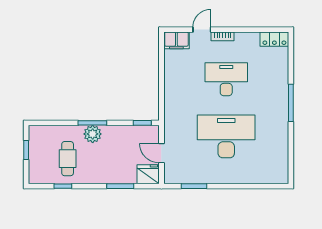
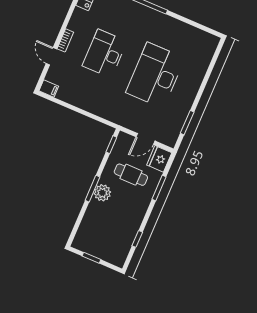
filing cabinet: (176, 40) -> (49, 88), width x0.50
cafe table: (68, 159) -> (131, 175), moved

